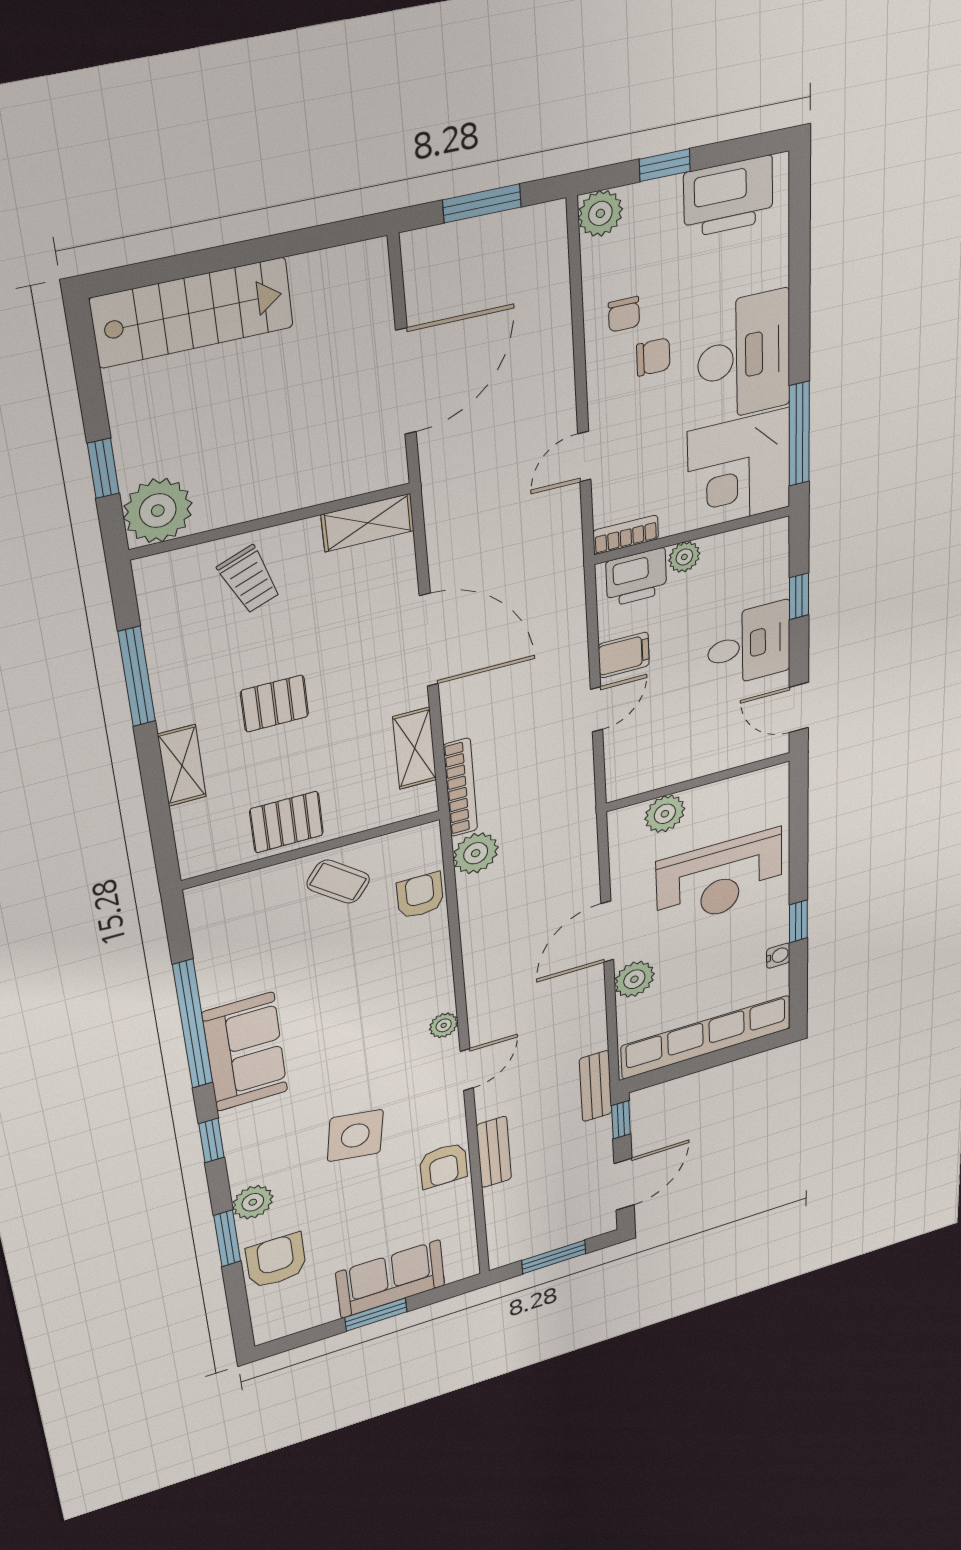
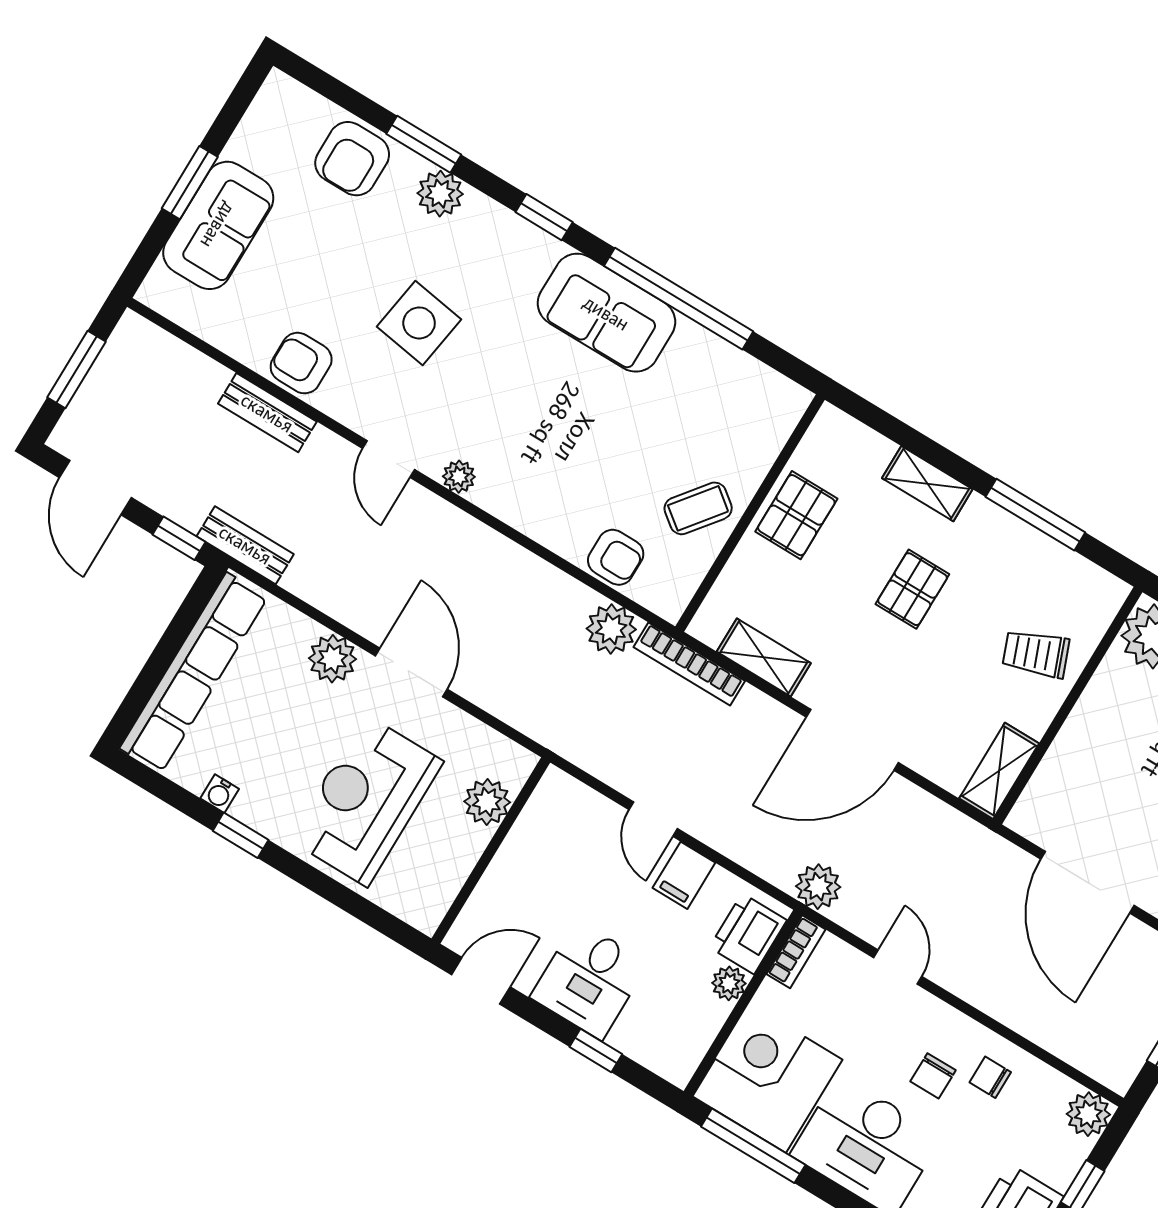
plant: (563, 564) -> (818, 887), added
armchair: (276, 1261) -> (352, 159), turned 90

